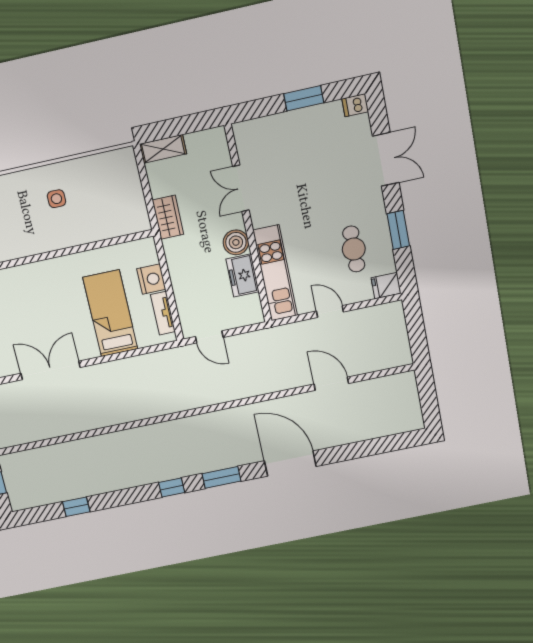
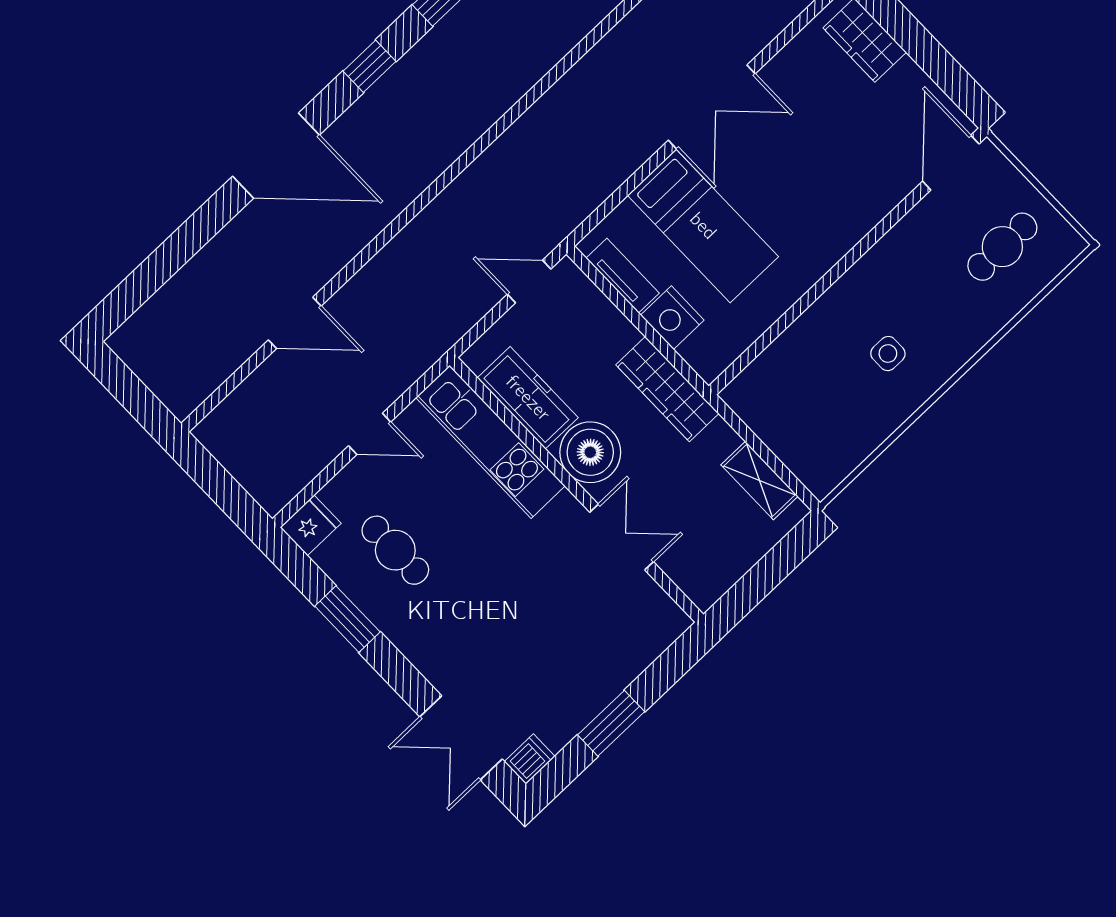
shelving: (163, 149) -> (760, 480), moved, turned 90
double door: (386, 159) -> (461, 738), moved
wardrobe: (168, 217) -> (667, 389), moved, width x1.50
boiler: (236, 242) -> (590, 452), width x1.37, depth x1.37
freezer: (242, 275) -> (528, 398), width x1.40
double door: (50, 370) -> (712, 107), moved
window: (221, 477) -> (370, 66), width x0.67

